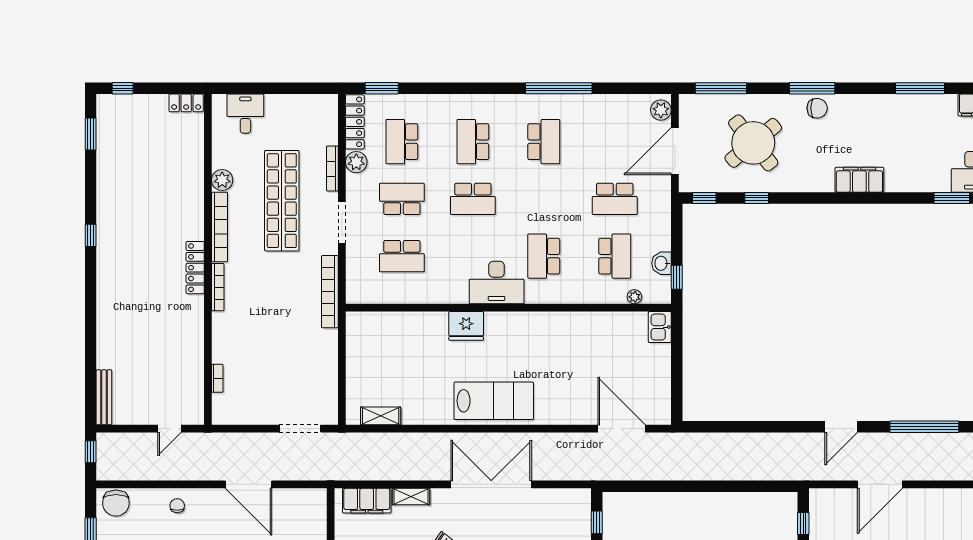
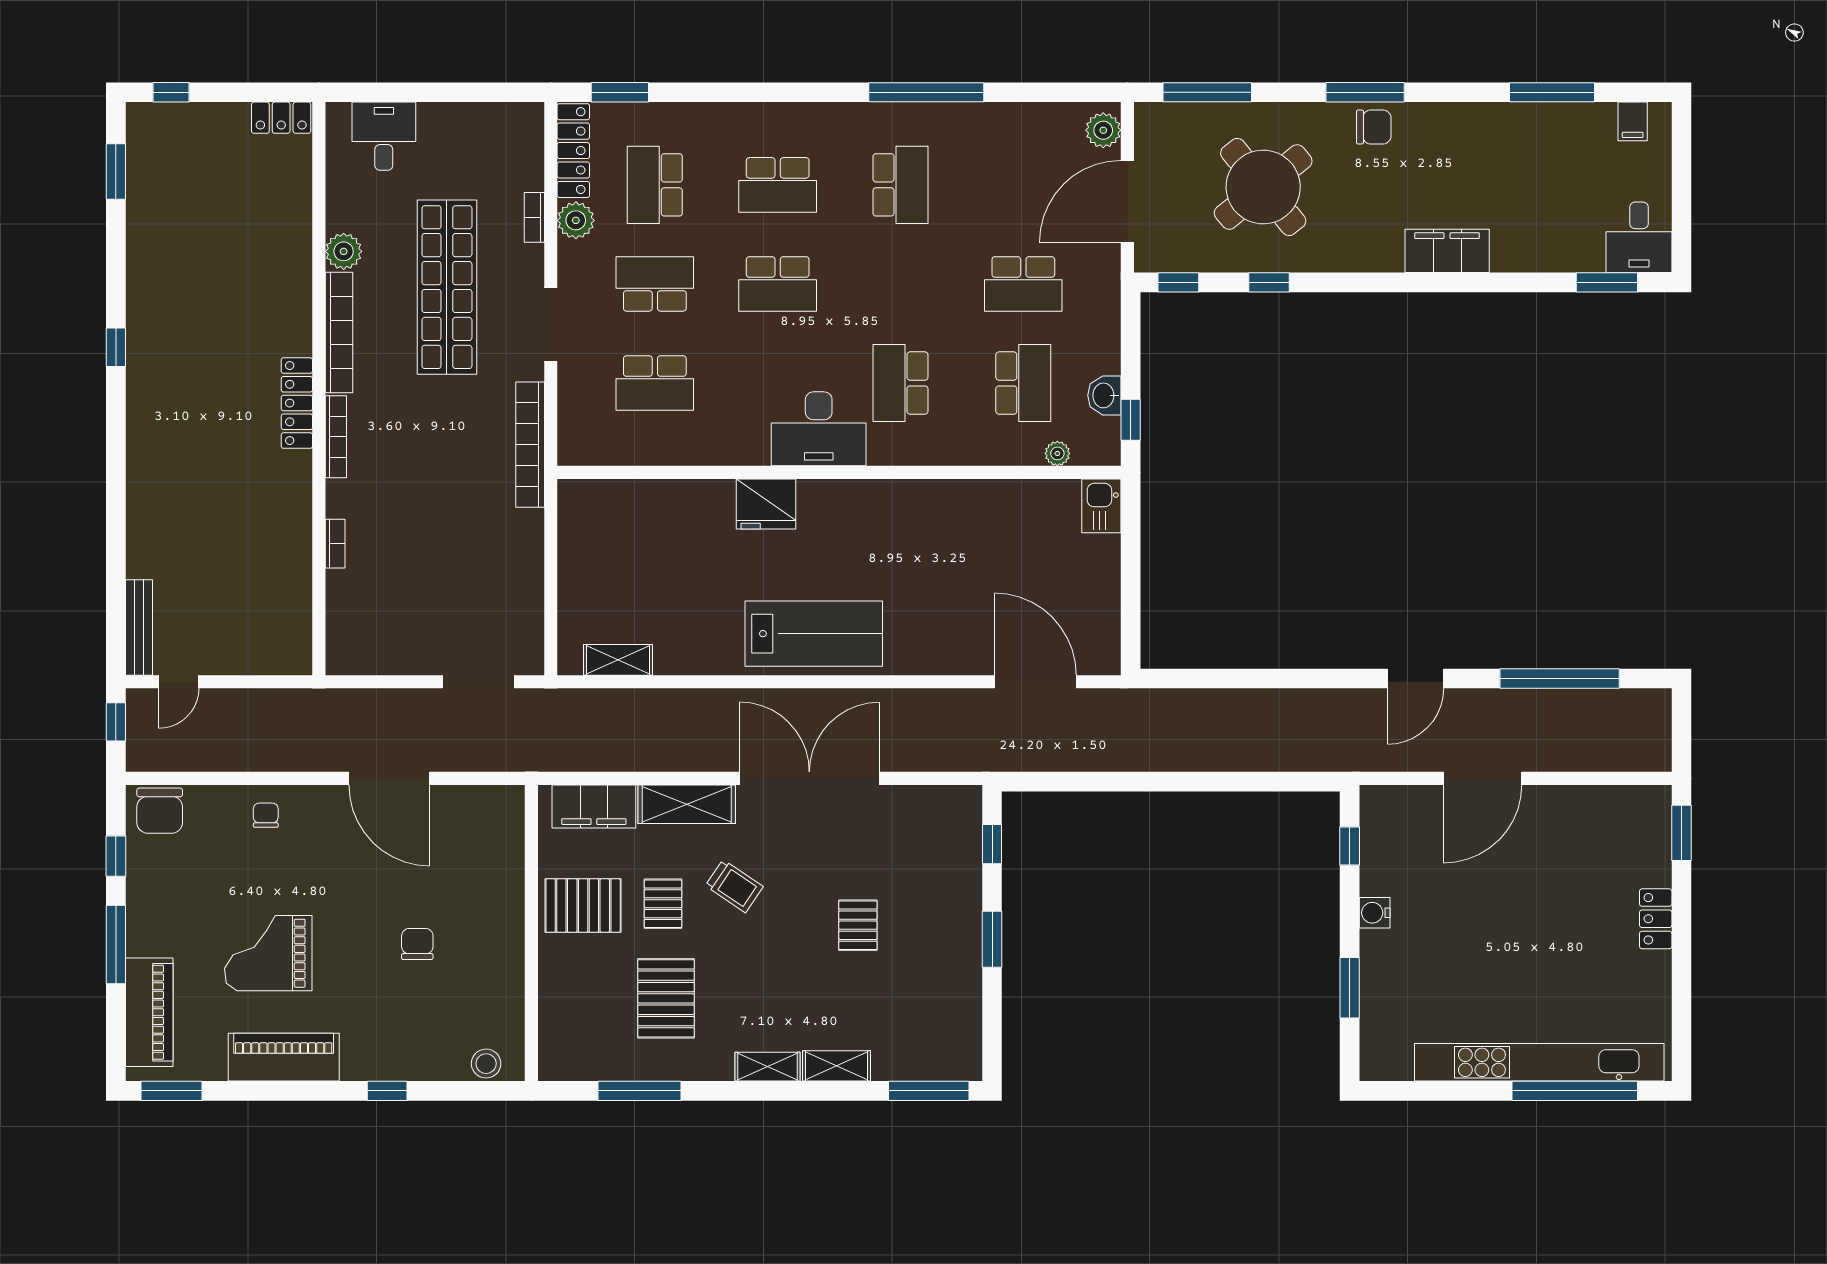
school desk: (473, 142) -> (778, 185), turned -90
bookcase: (332, 169) -> (534, 217), width x0.64
bookcase: (217, 378) -> (335, 544), moved
door: (169, 429) -> (179, 682), moved
shelving: (411, 497) -> (687, 804), width x1.50, depth x1.33

